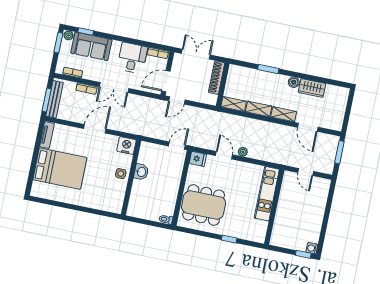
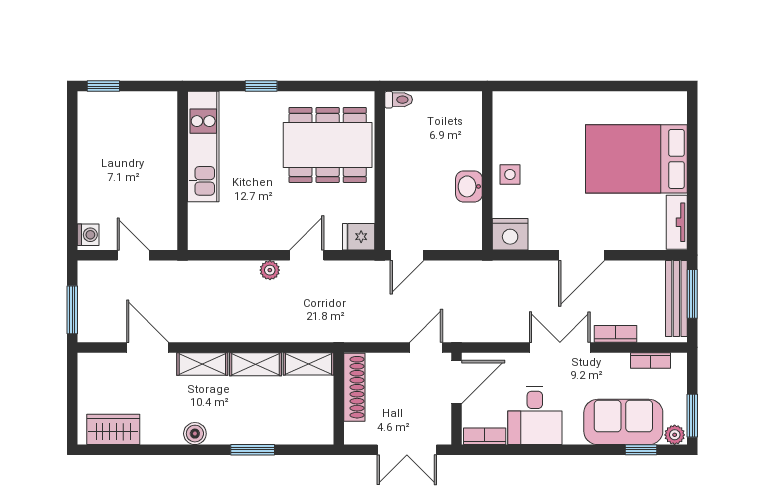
shoe rack: (217, 78) -> (354, 387), moved
wardrobe: (312, 88) -> (113, 429), moved
door: (224, 155) -> (307, 255), swing flipped
kitchen unit: (267, 194) -> (203, 147), moved
washing machine: (312, 248) -> (88, 235), moved

